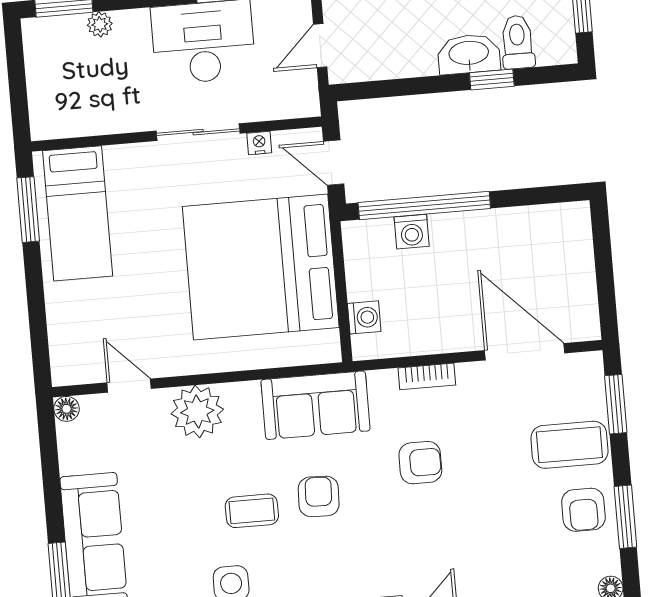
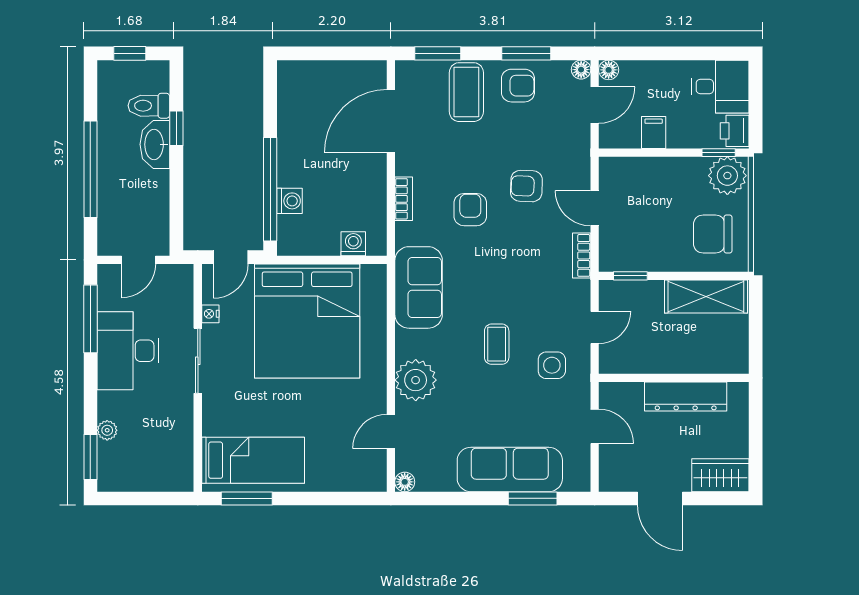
door: (320, 46) -> (138, 260), hinge flipped
armchair: (319, 496) -> (526, 186), moved

